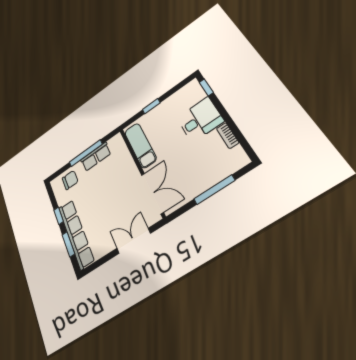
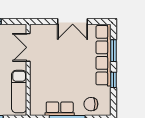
double door: (152, 193) -> (28, 47), width x0.73
double door: (134, 241) -> (73, 21), moved

